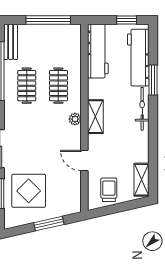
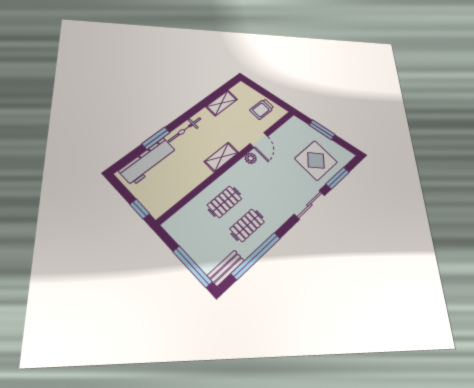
window: (48, 20) -> (192, 267), moved
window: (127, 20) -> (140, 209), moved
workbench: (98, 51) -> (171, 195), removed
plant: (75, 119) -> (251, 158), moved
shelving: (142, 180) -> (222, 103), moved

